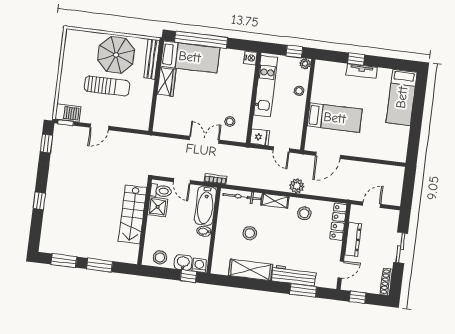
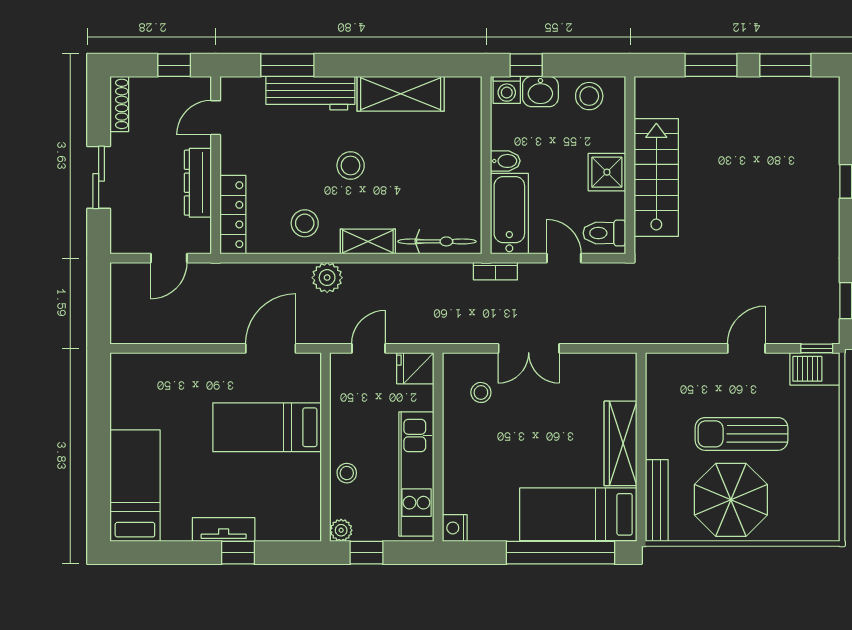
wardrobe: (167, 82) -> (621, 443), width x1.50
door: (281, 149) -> (368, 348), hinge flipped
shower: (158, 207) -> (607, 172), moved
stool: (250, 233) -> (351, 166), moved

